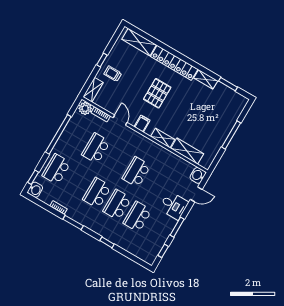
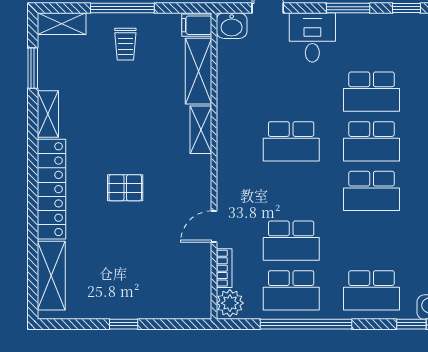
trolley: (113, 74) -> (125, 44), moved
shelving: (93, 90) -> (62, 24), moved
pallet: (157, 93) -> (125, 188), width x0.67, depth x0.71
filing cabinet: (142, 124) -> (197, 25), moved
school desk: (76, 136) -> (291, 290), added

